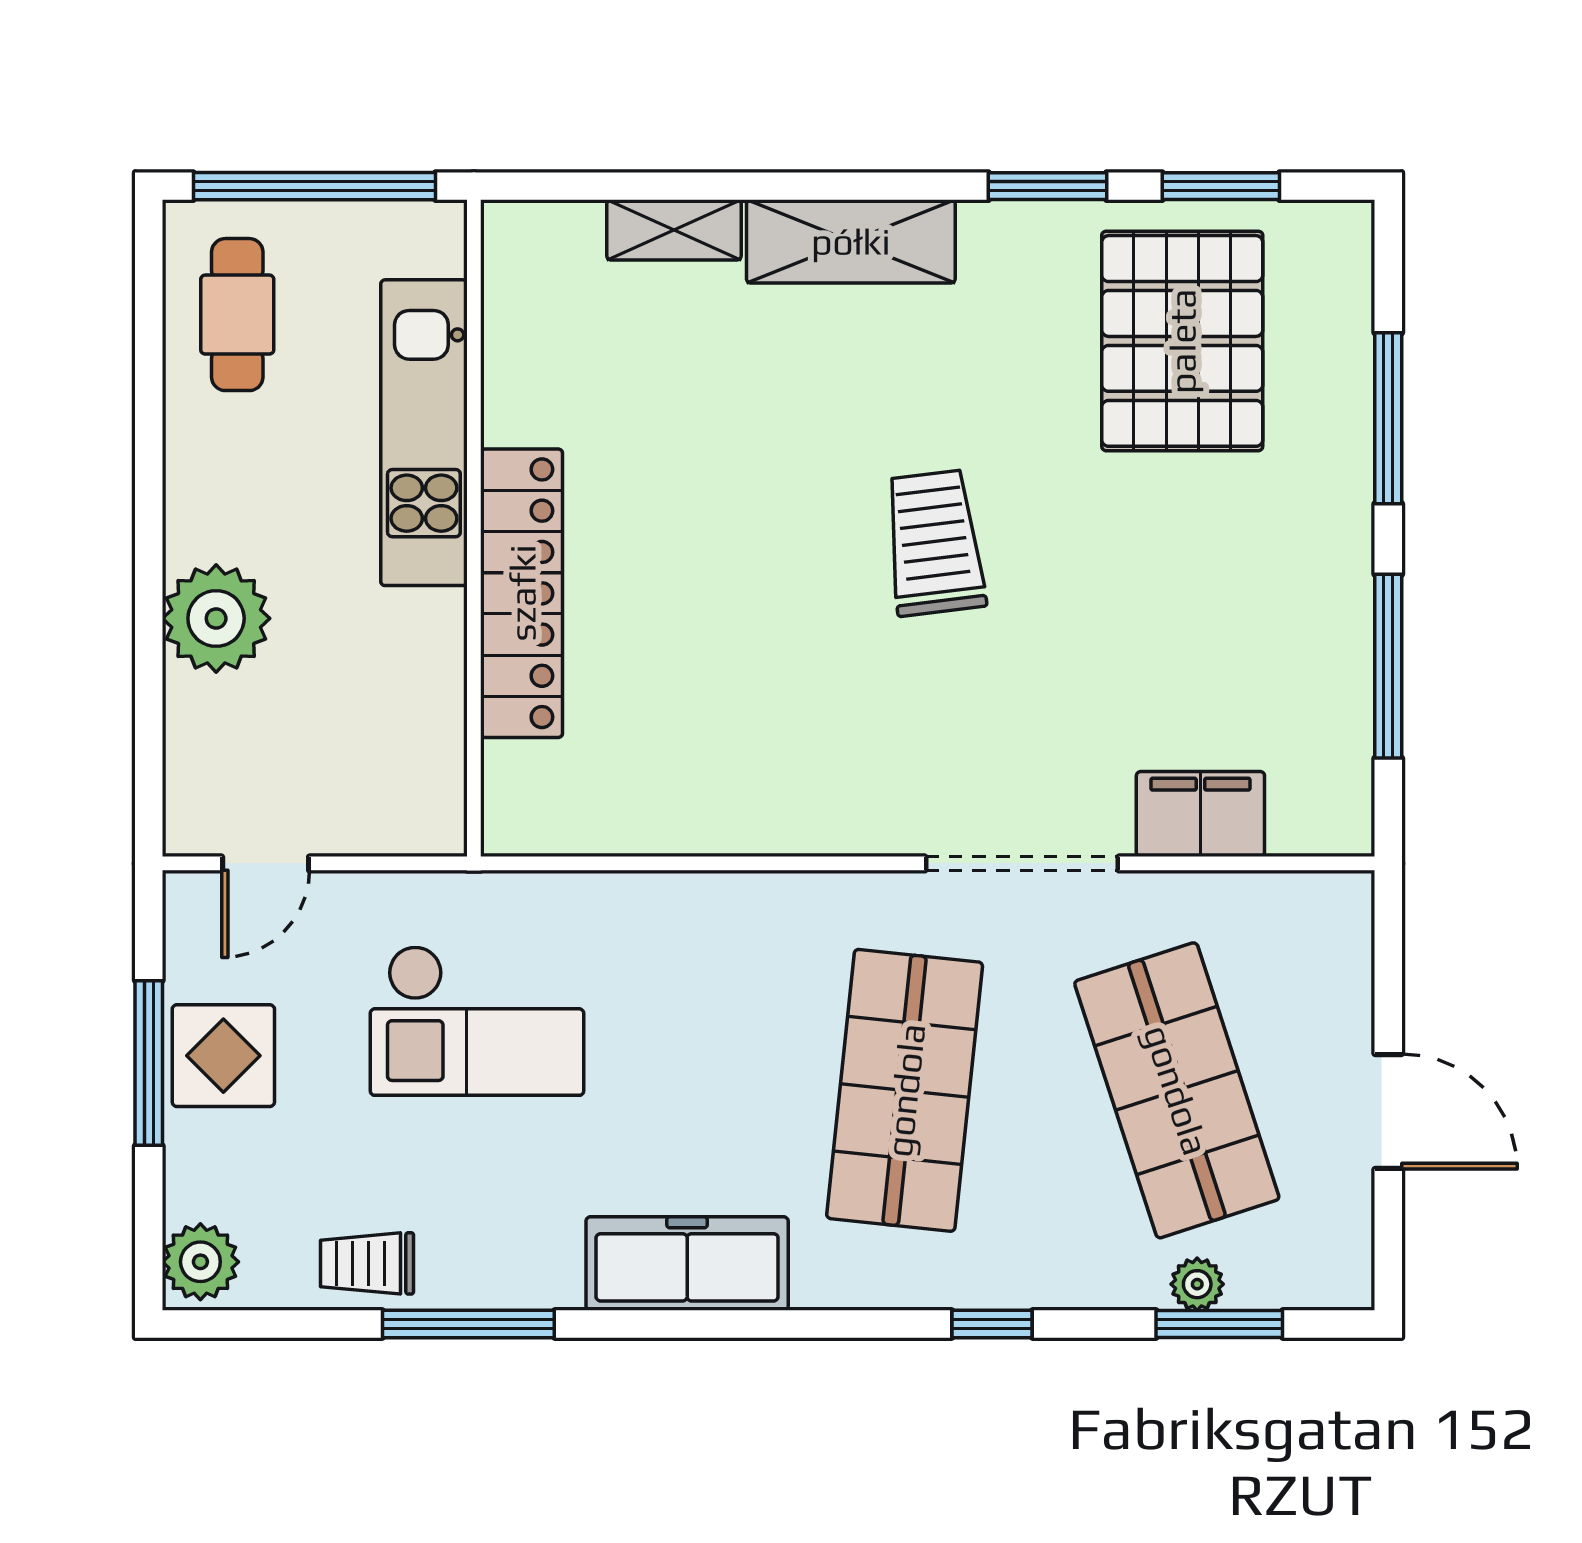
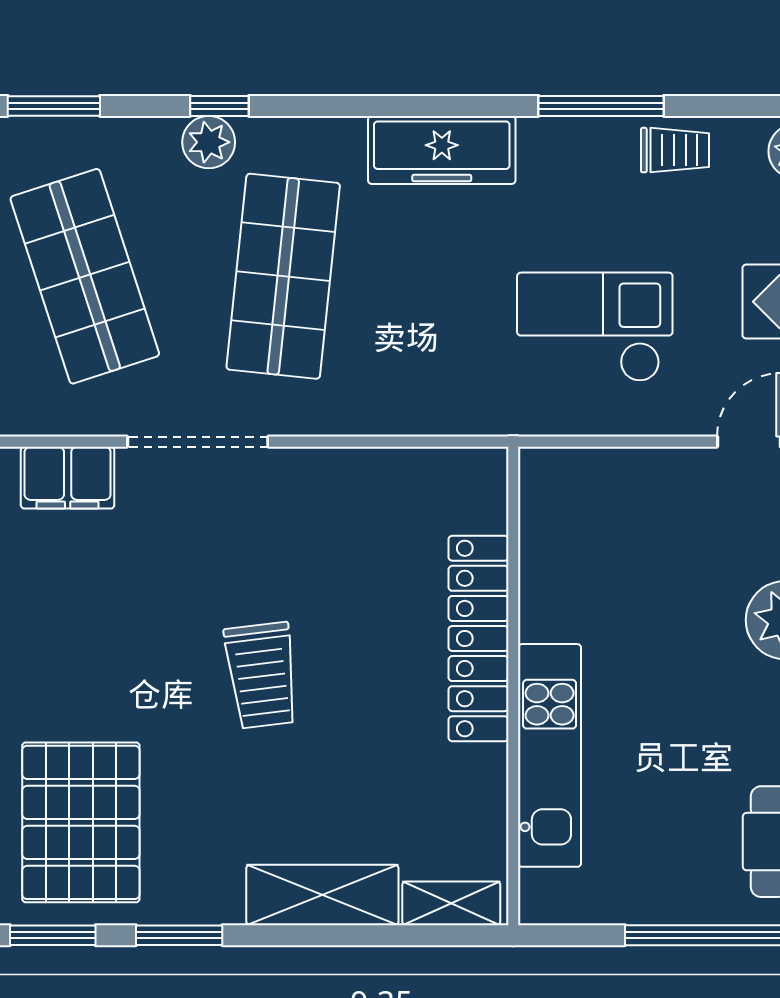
kitchen unit: (424, 433) -> (550, 755), moved
wall: (474, 528) -> (513, 686), moved
locker: (522, 593) -> (478, 638), moved
plant: (1197, 1284) -> (209, 142), moved, width x1.38, depth x1.38

